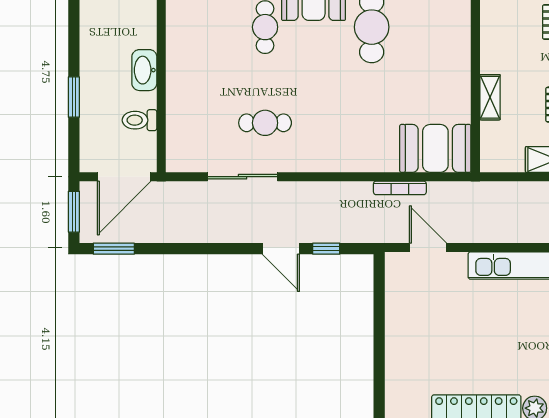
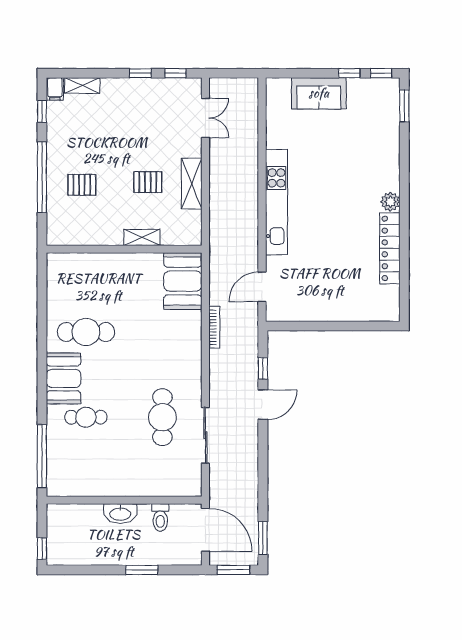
cafe table: (265, 123) -> (162, 417), width x1.37, depth x1.35
bookcase: (400, 188) -> (214, 327), moved

